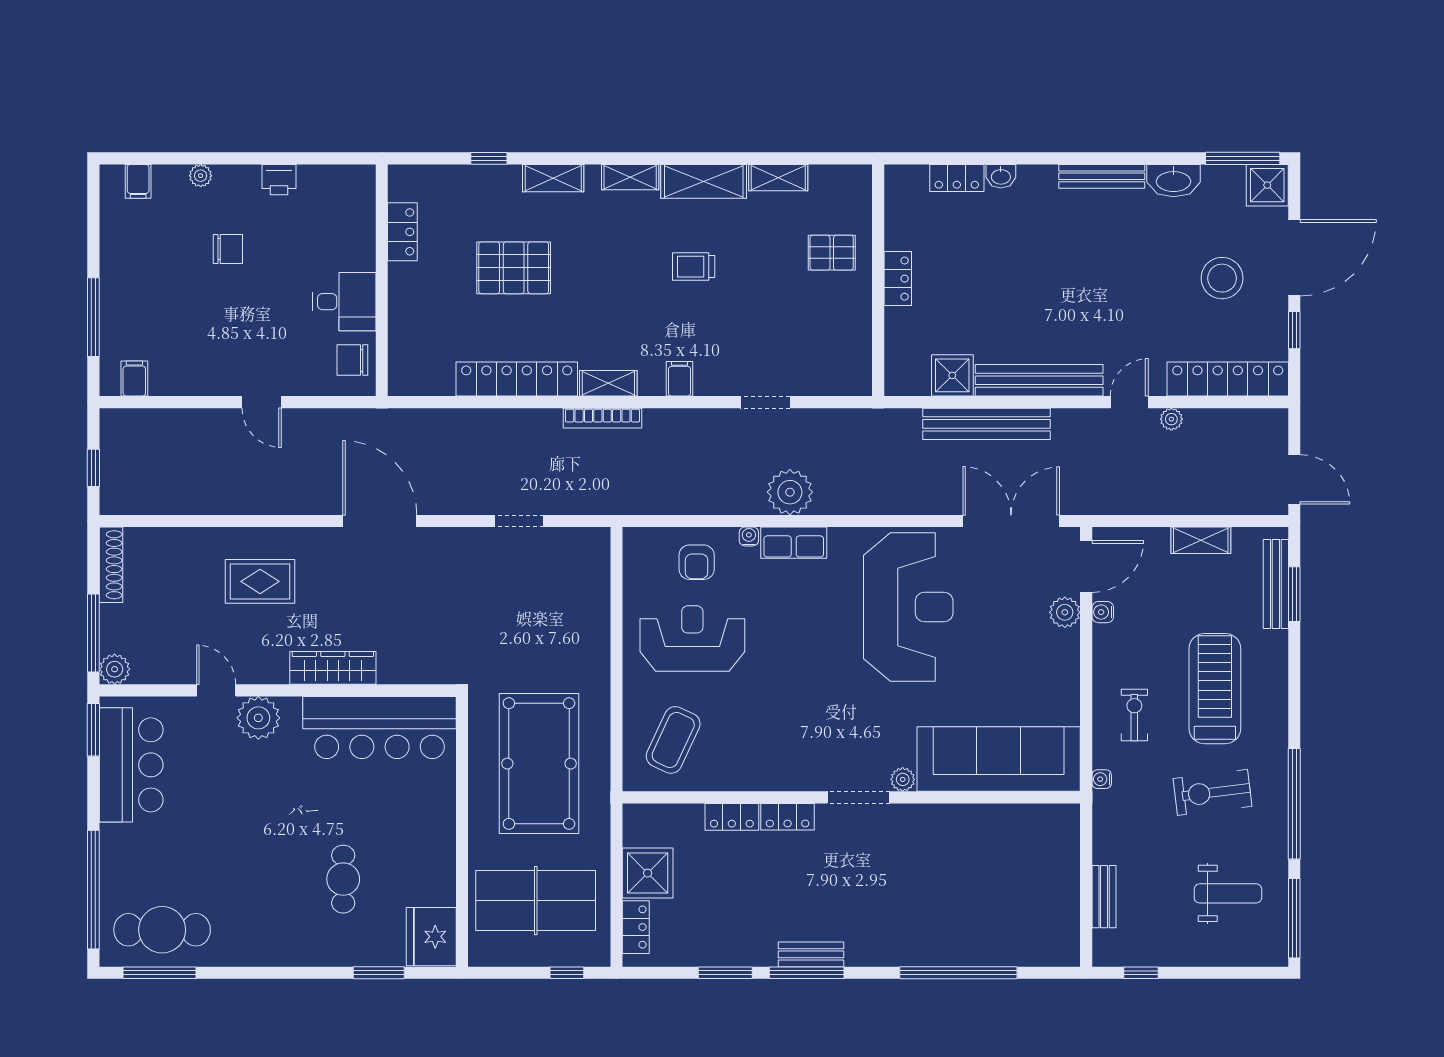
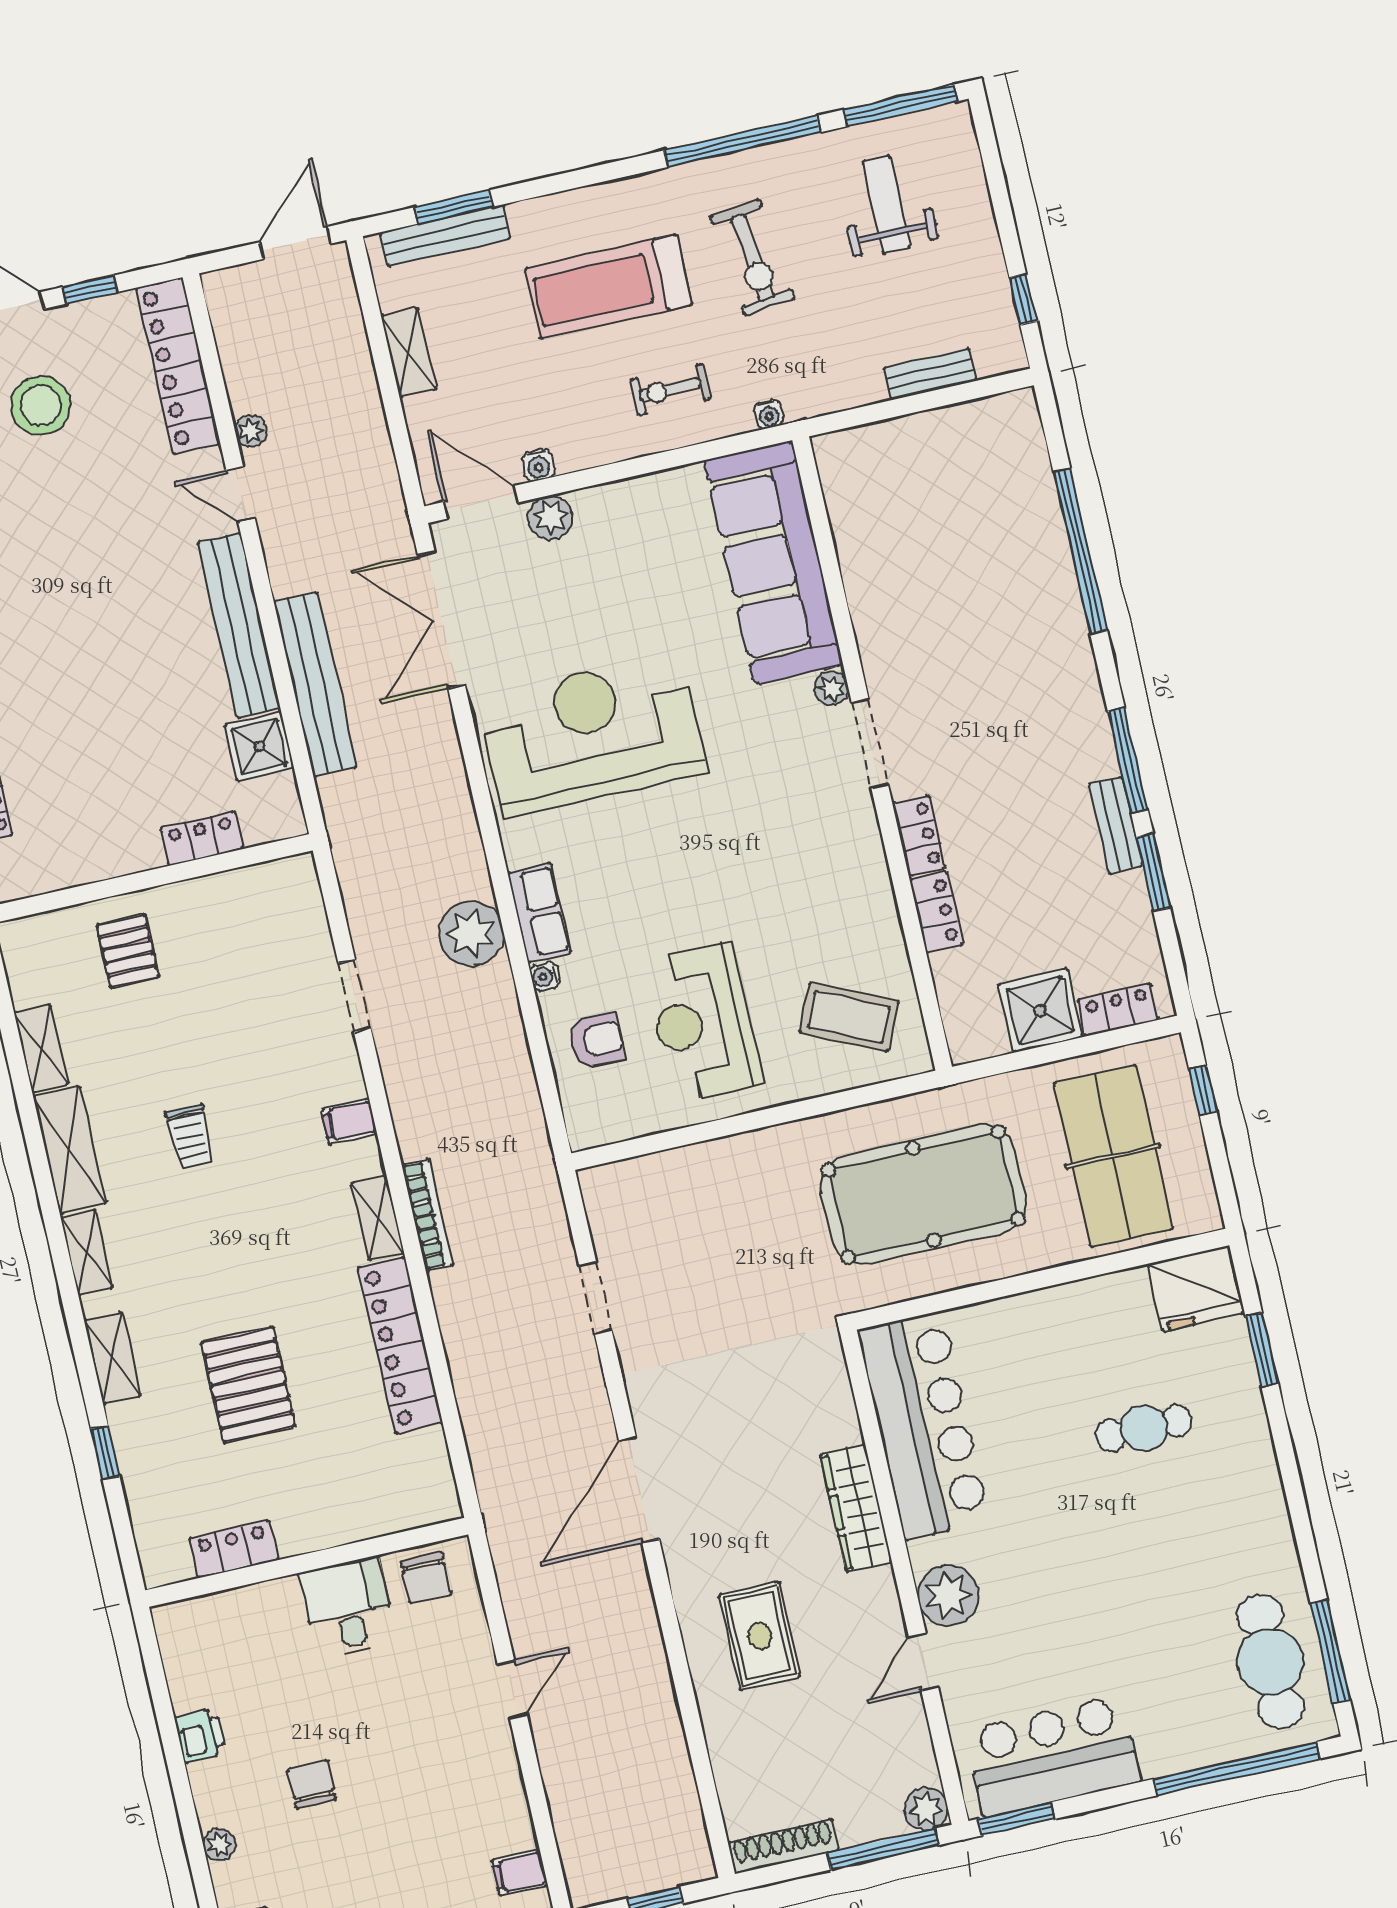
locker: (898, 279) -> (202, 839), moved
bench: (811, 954) -> (1116, 825), moved

